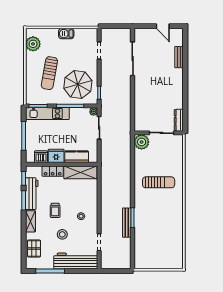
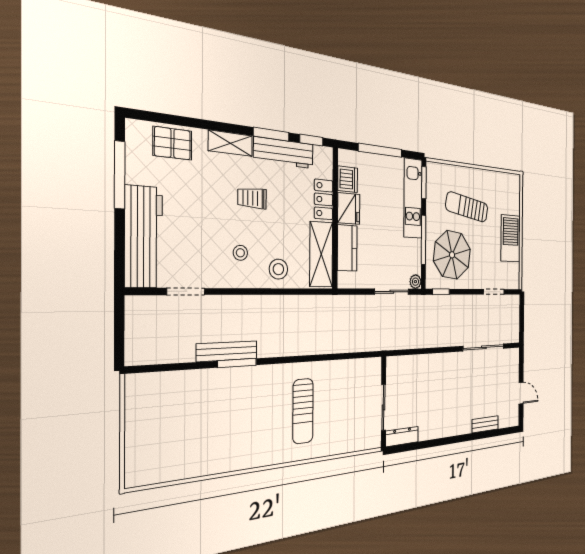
door: (163, 26) -> (521, 393), swing flipped
barbecue: (66, 34) -> (511, 238), width x1.88, depth x1.53
plant: (33, 44) -> (502, 184), removed
plant: (142, 142) -> (370, 372), removed
stool: (62, 234) -> (278, 269), moved

